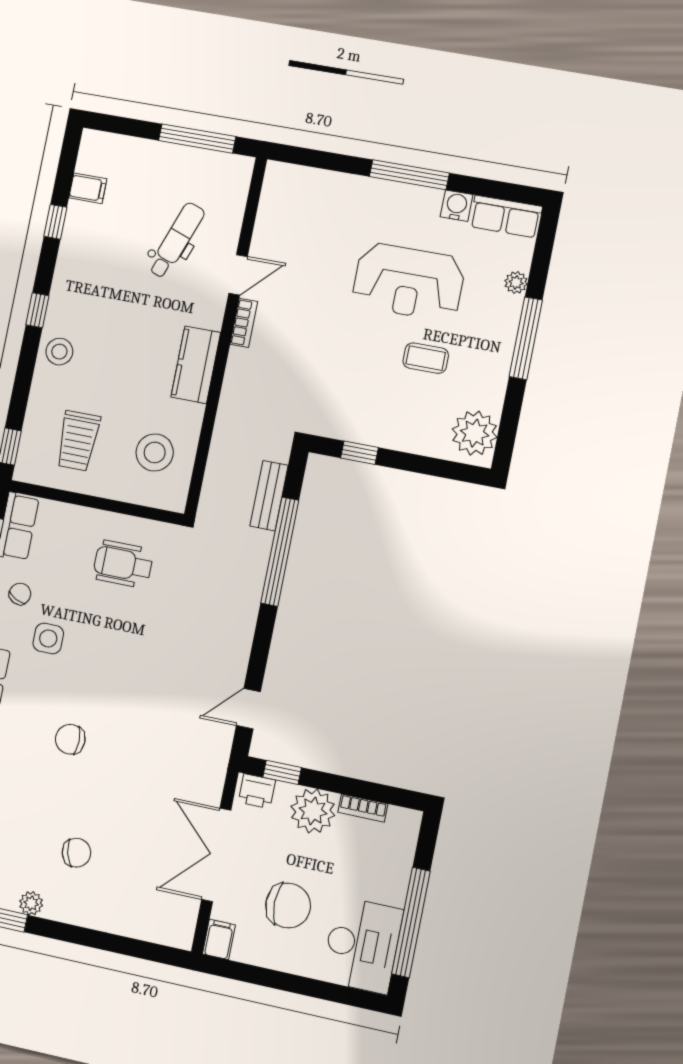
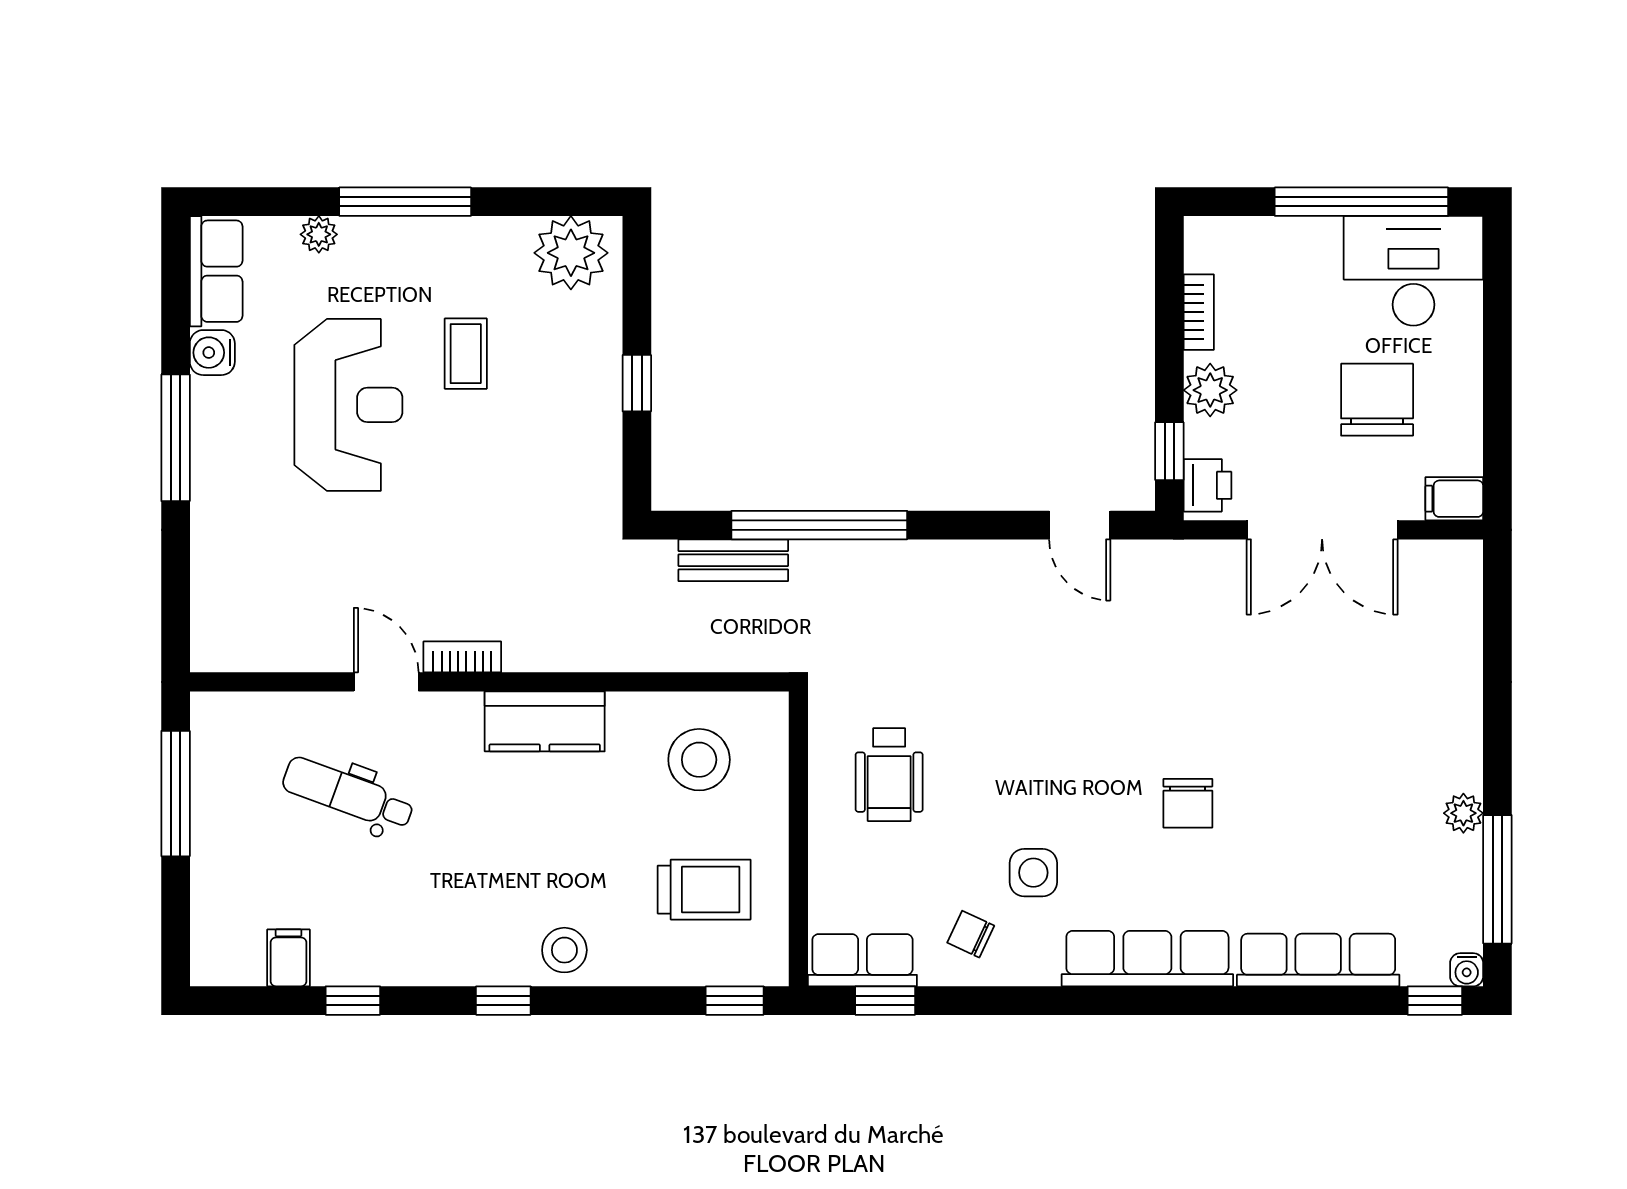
window: (360, 453) -> (637, 383), moved
plant: (313, 811) -> (1210, 390), width x0.73, depth x0.73
chair: (76, 853) -> (1367, 756), removed

